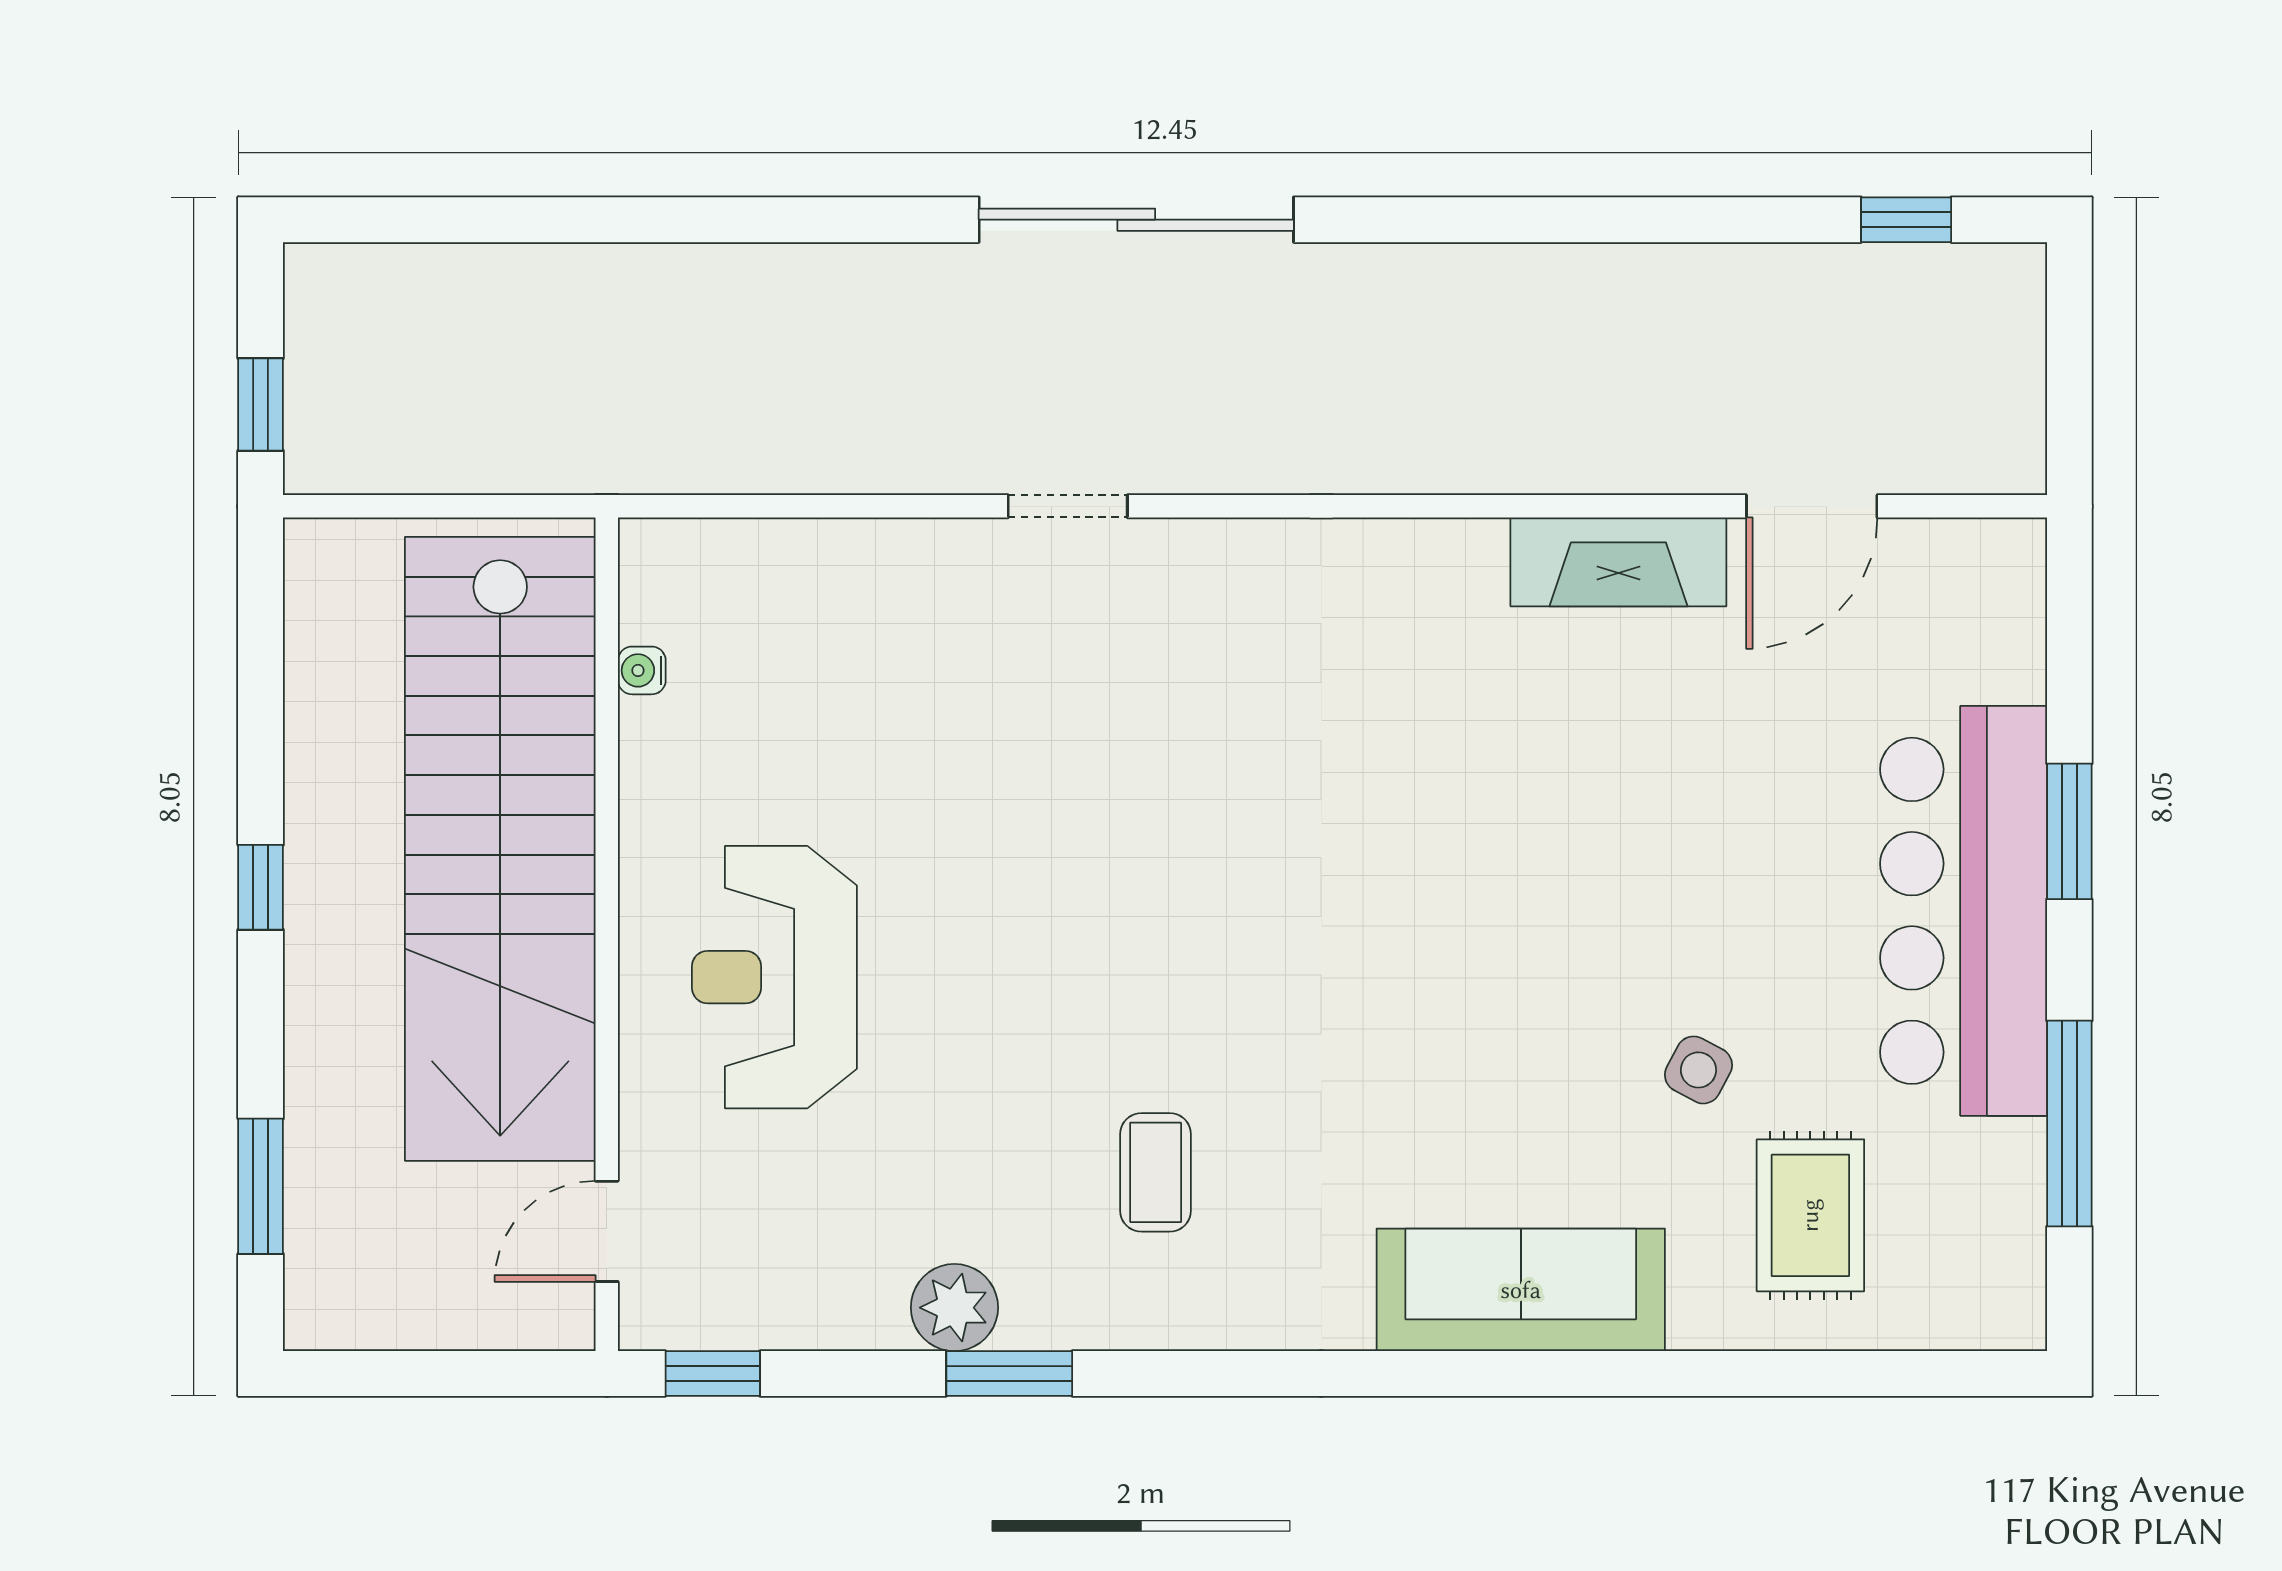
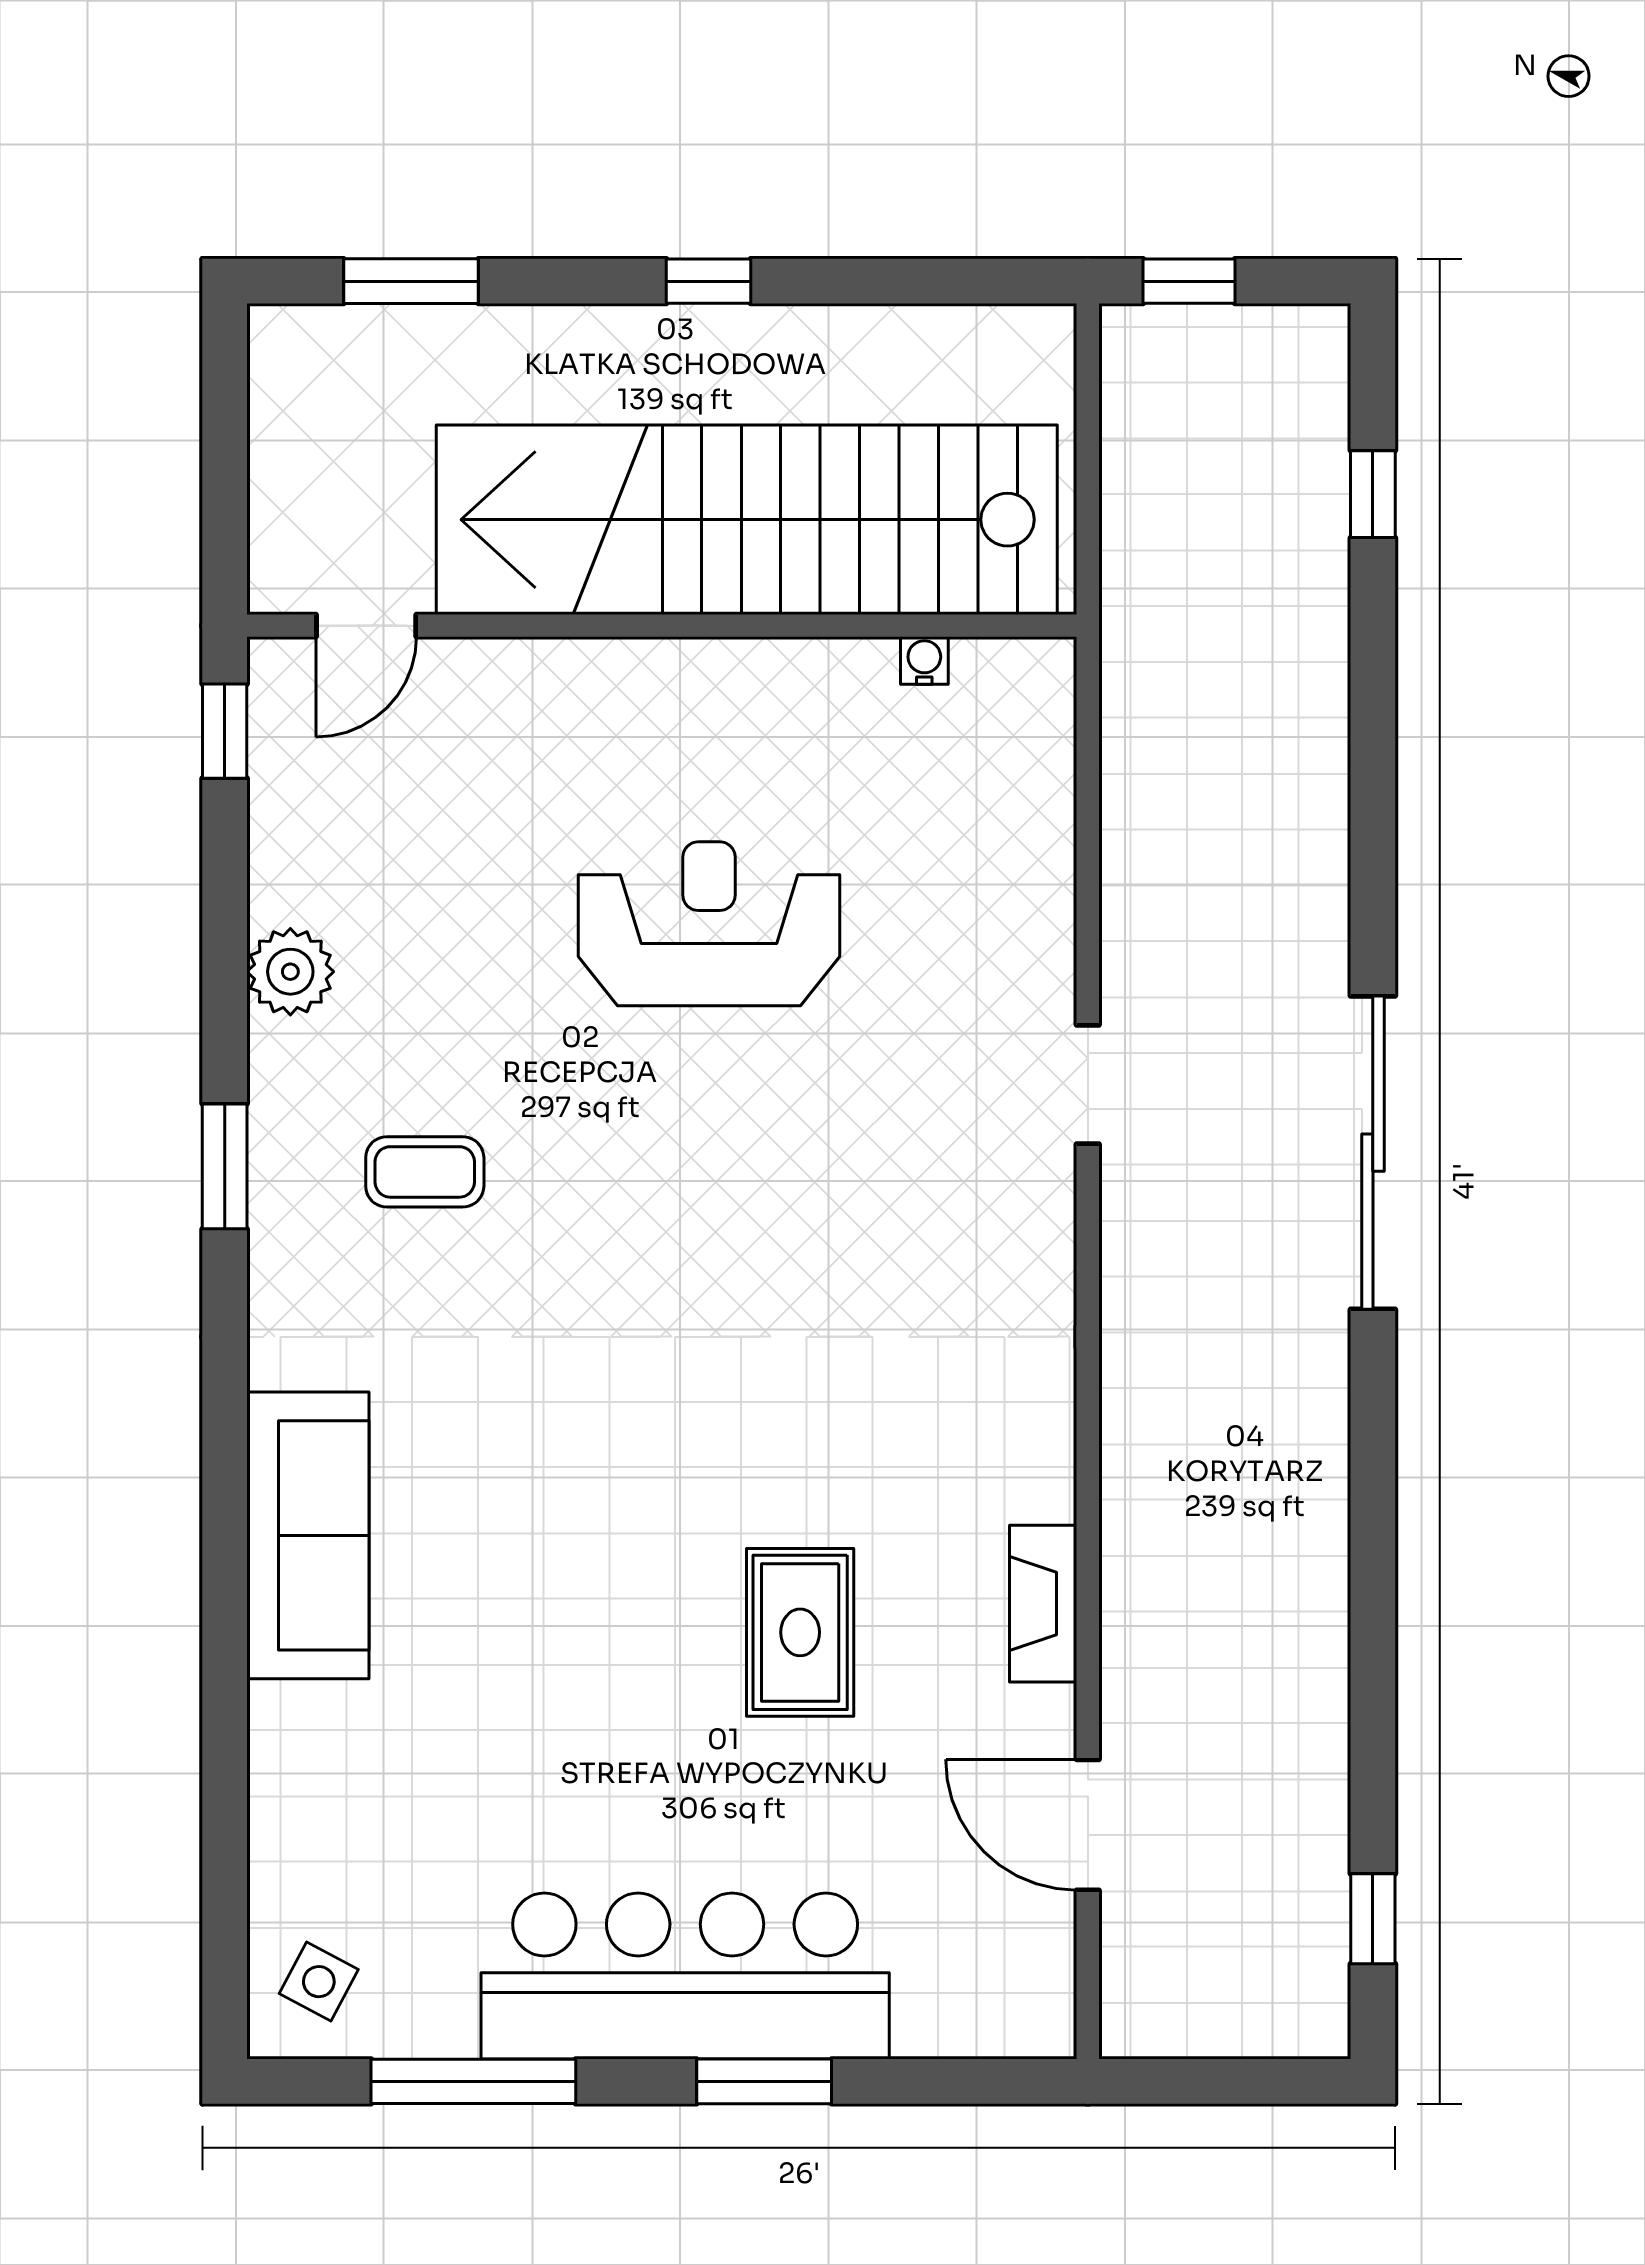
window: (474, 220) -> (1373, 494), added
fireplace: (1618, 562) -> (1043, 1604), width x0.73, depth x0.76
reception desk: (774, 977) -> (709, 924), moved
side table: (1698, 1070) -> (319, 1982), moved
rug: (1810, 1215) -> (800, 1632), moved, turned 90
door: (607, 1231) -> (366, 626), swing flipped
window: (1009, 1373) -> (225, 1166), moved

